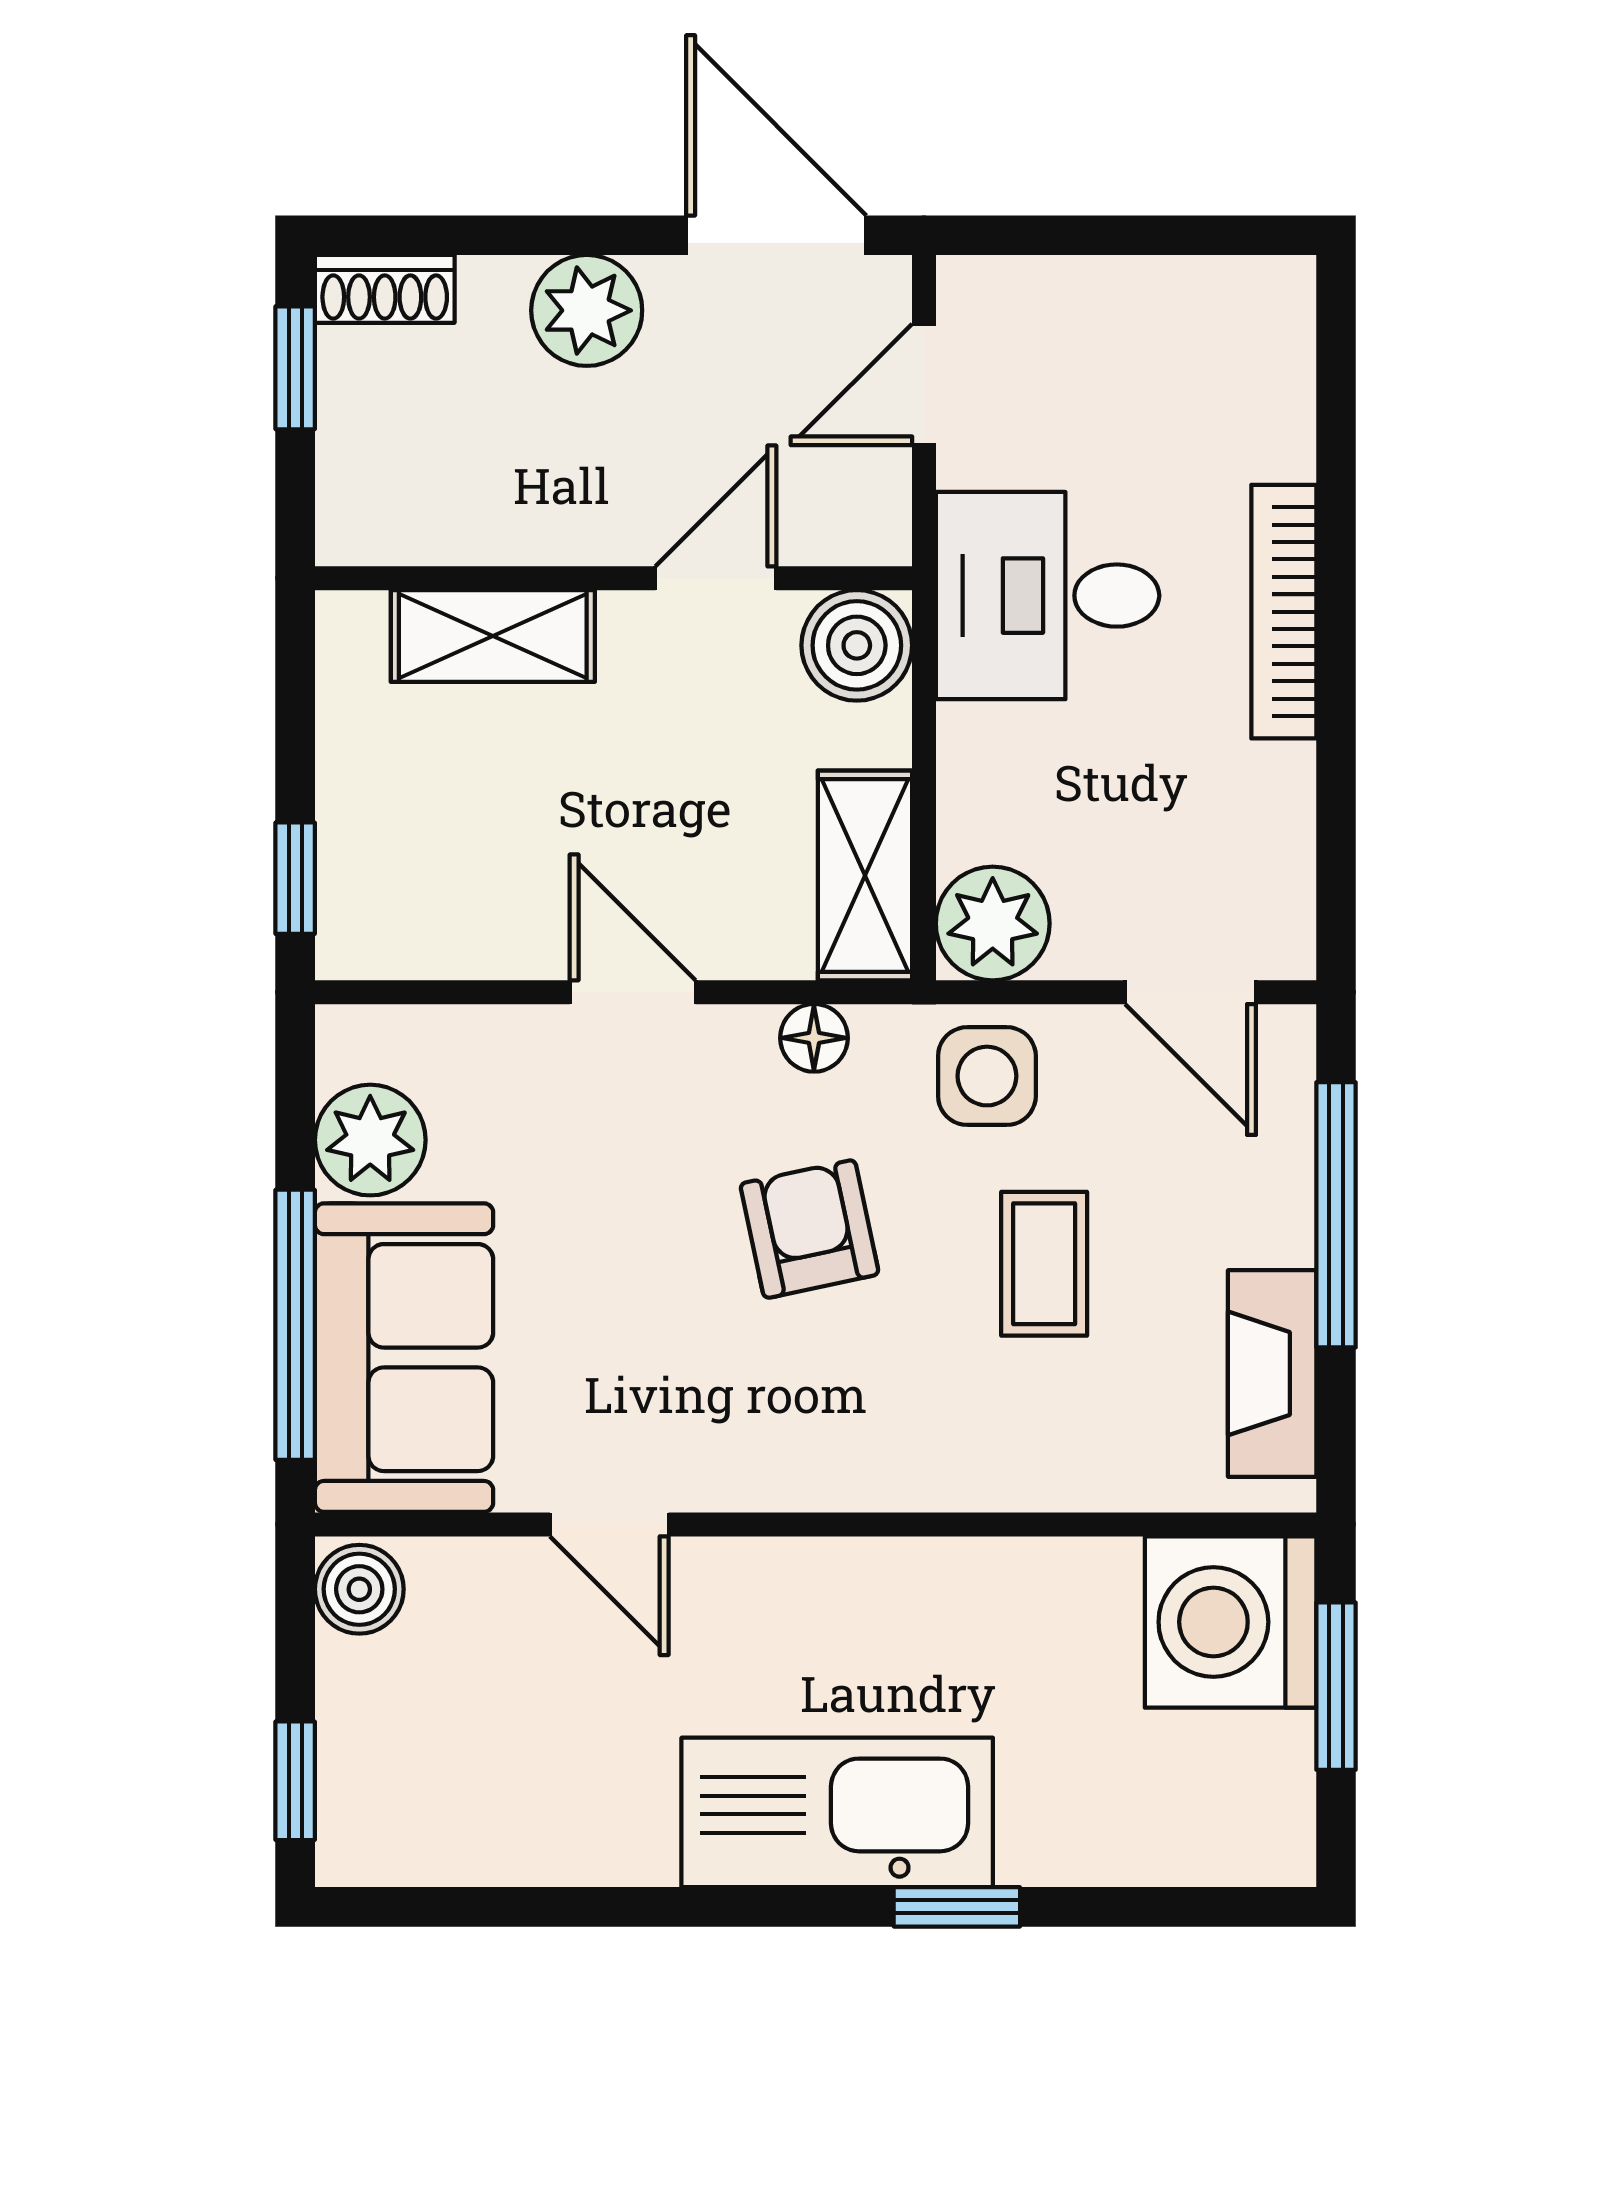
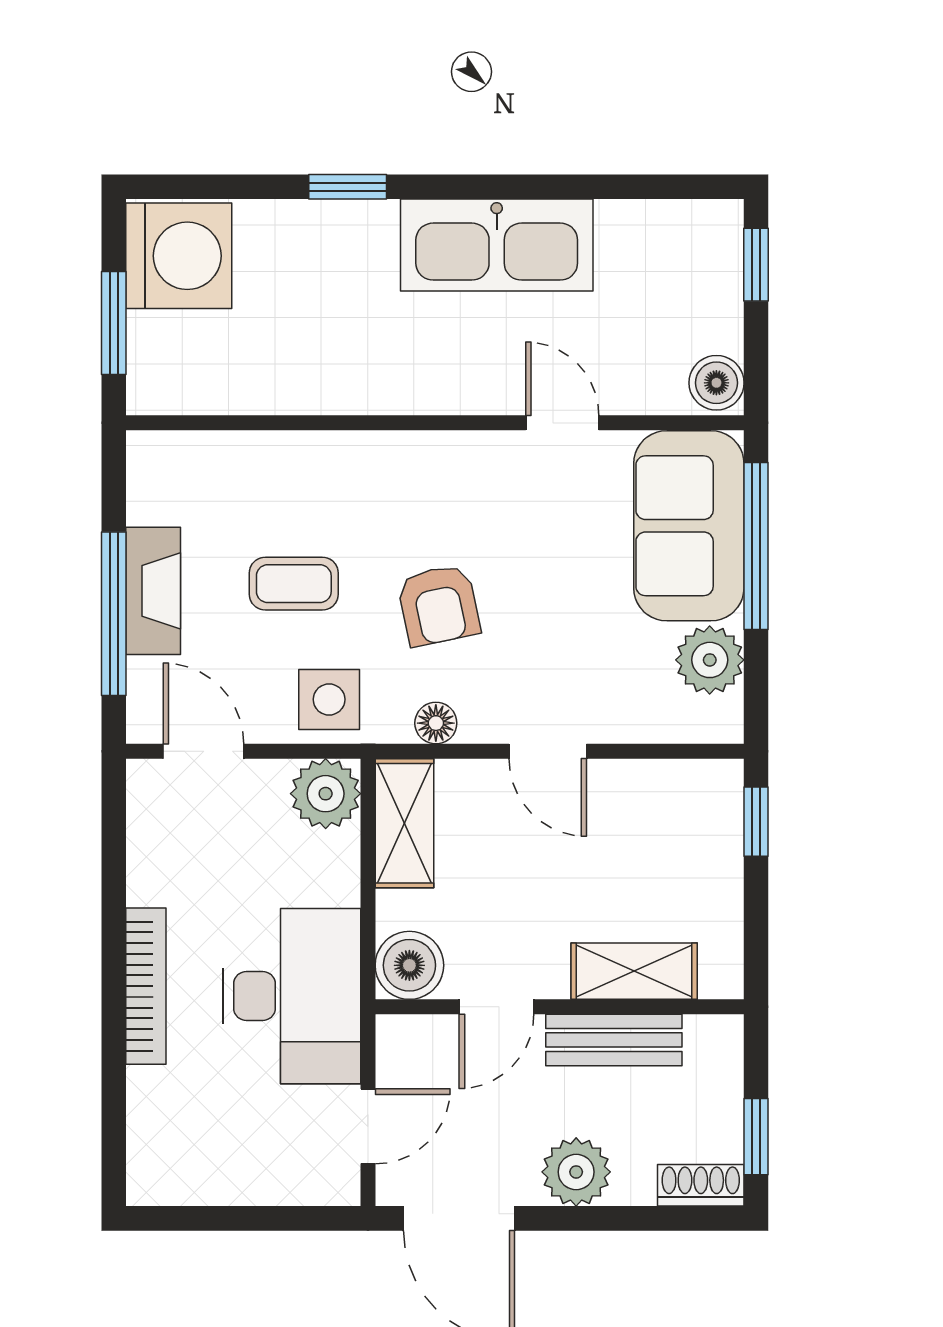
bench: (526, 524) -> (614, 1040), added
desk: (1048, 596) -> (292, 996), width x1.37
coffee table: (1044, 1264) -> (294, 584), turned 90
fireplace: (1272, 1373) -> (153, 591), moved
washing machine: (1231, 1622) -> (179, 256), moved
kitchen sink: (837, 1812) -> (497, 245), moved

